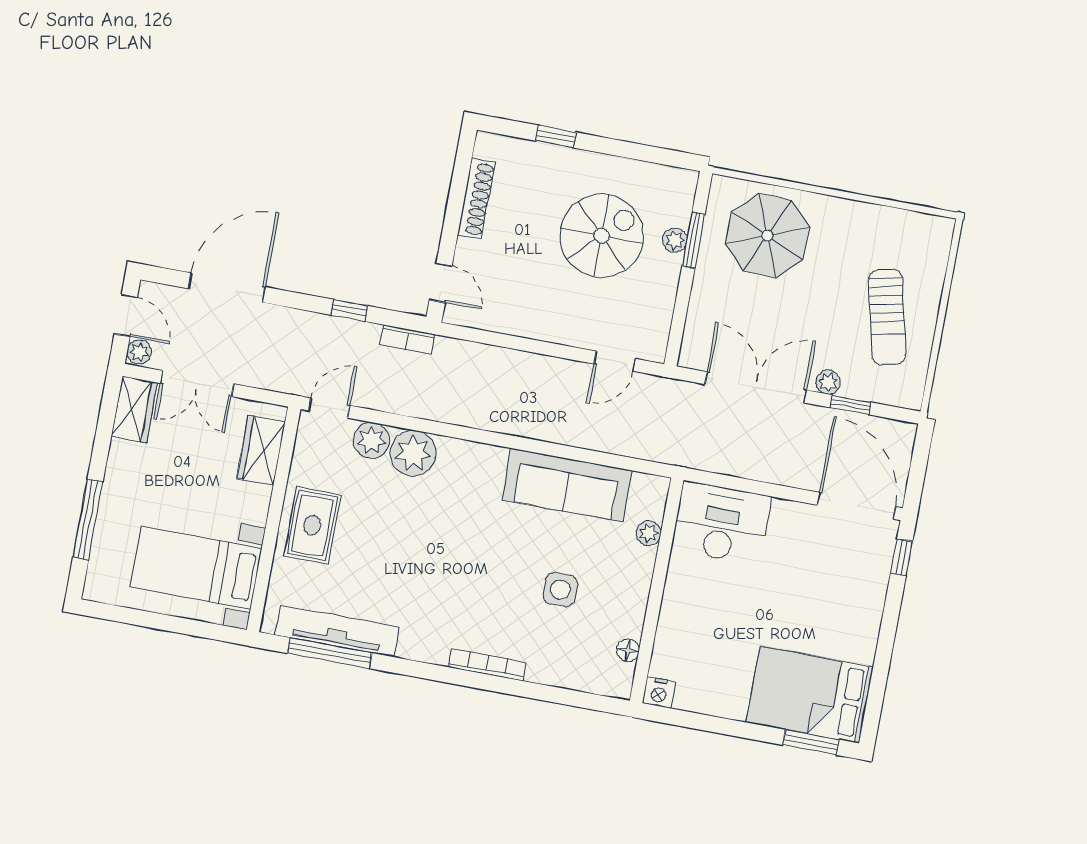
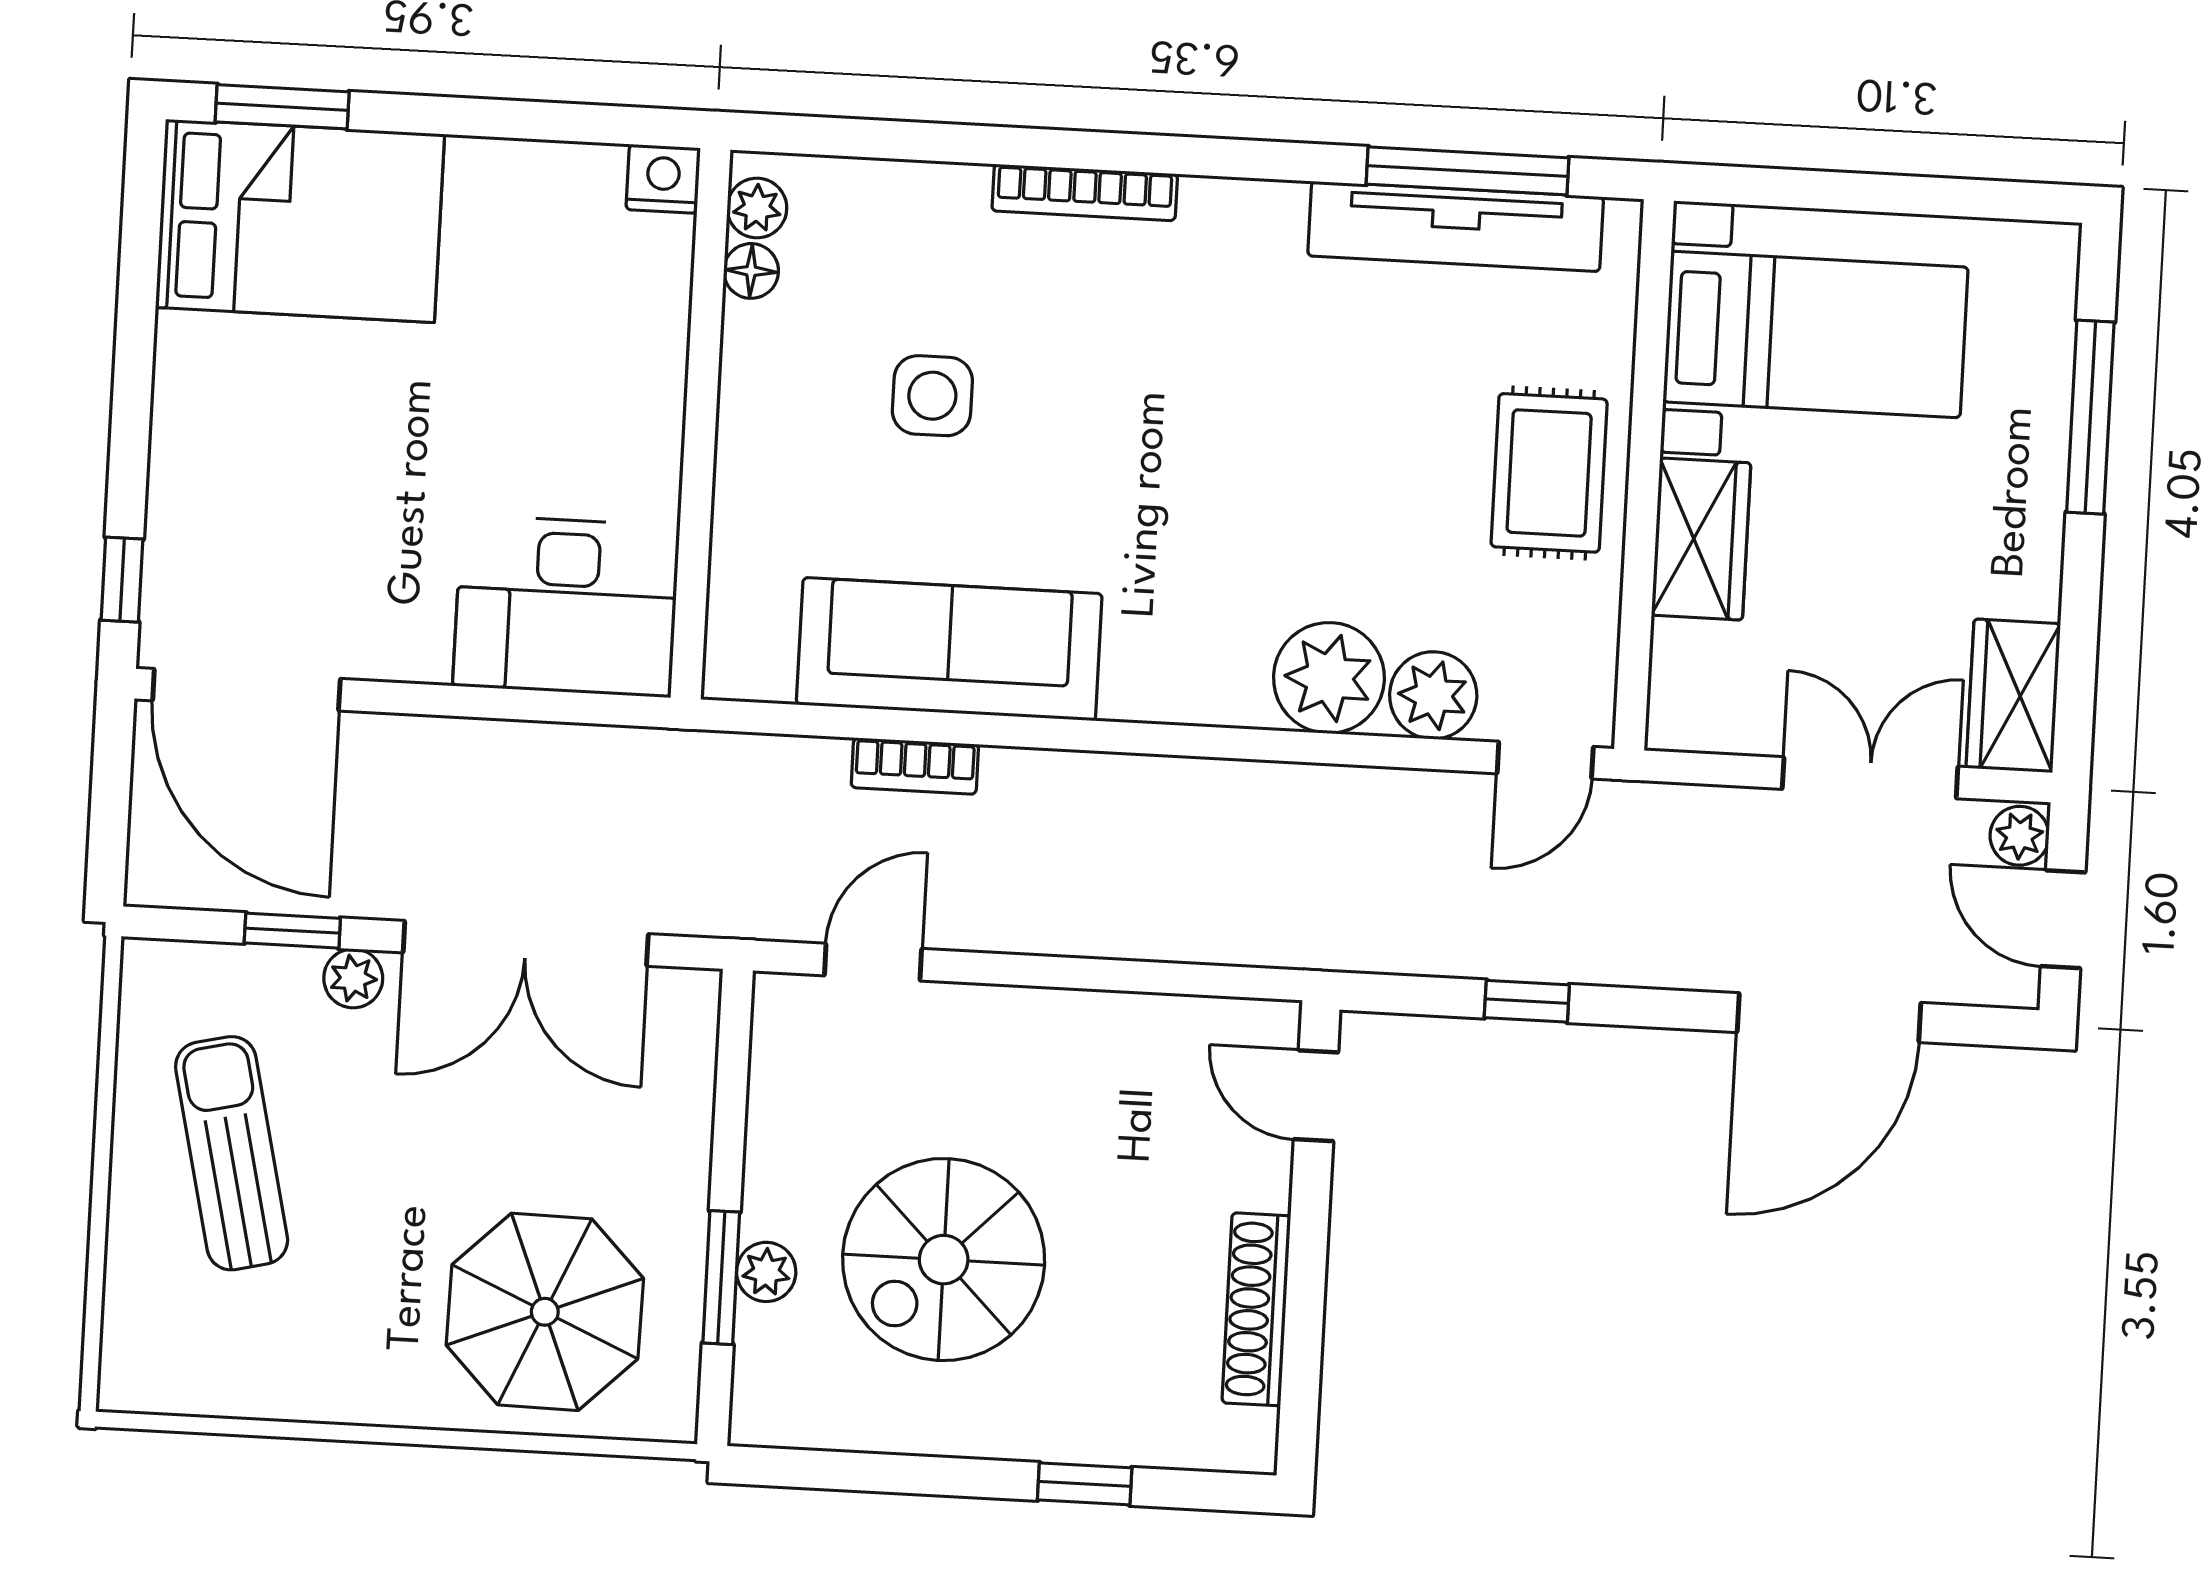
bookcase: (407, 339) -> (915, 766), moved, turned 180
wardrobe: (261, 450) -> (1701, 539), moved
plant: (648, 533) -> (757, 208), moved

